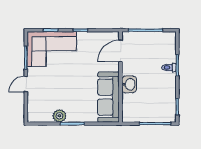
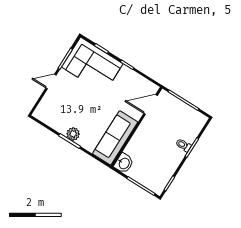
washbasin: (129, 84) -> (124, 163), moved
plant: (59, 116) -> (73, 134), moved

